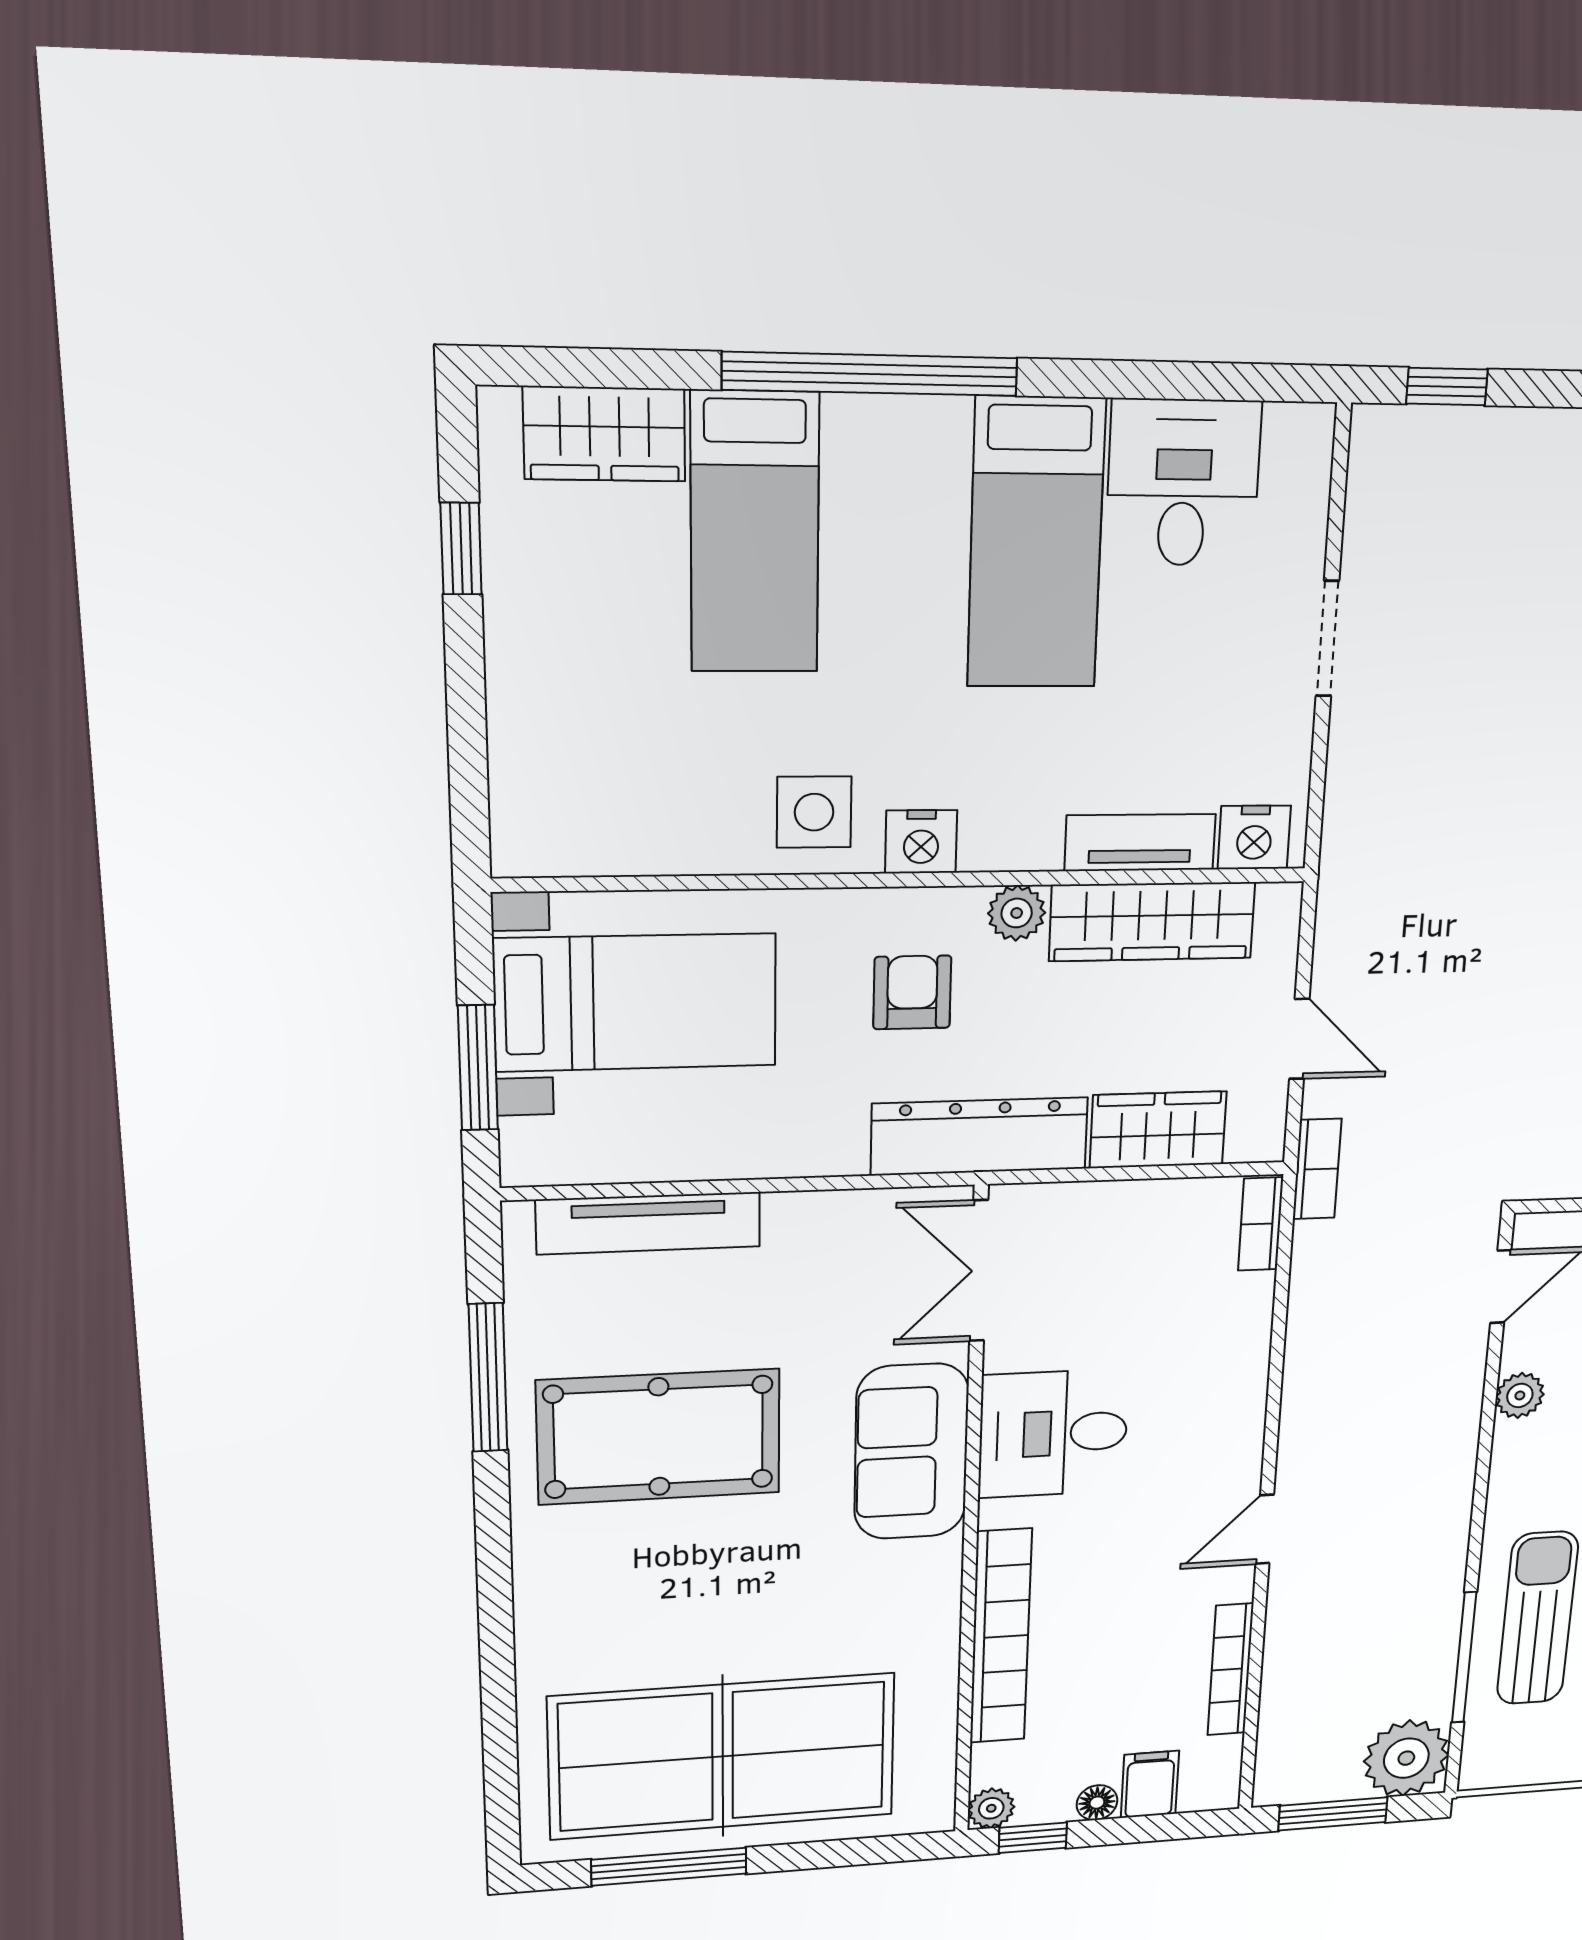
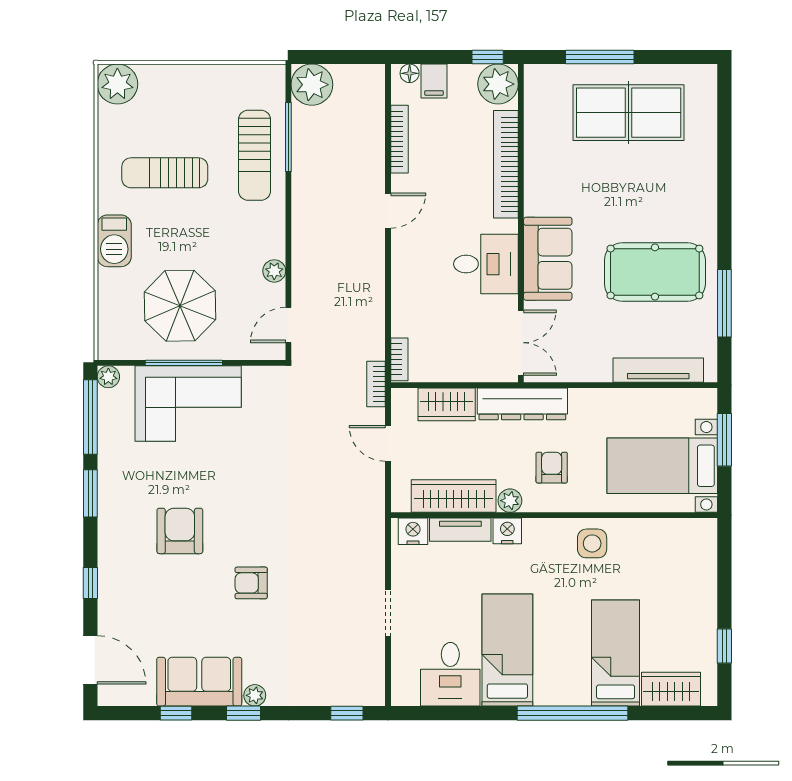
nightstand: (921, 842) -> (507, 531), moved
armchair: (912, 992) -> (552, 468), turned 180
table tennis table: (723, 1756) -> (629, 113), width x0.73, depth x0.76
floor lamp: (1097, 1803) -> (410, 73), moved
plant: (991, 1808) -> (498, 84), width x1.88, depth x1.88
window: (1333, 1814) -> (345, 57), removed
window: (669, 1867) -> (600, 57), moved

